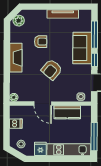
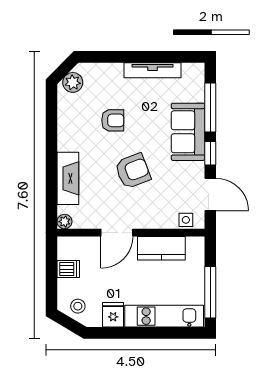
fireplace: (16, 58) -> (68, 178), moved
armchair: (52, 70) -> (133, 171), turned -151
door: (43, 104) -> (117, 233), hinge flipped

